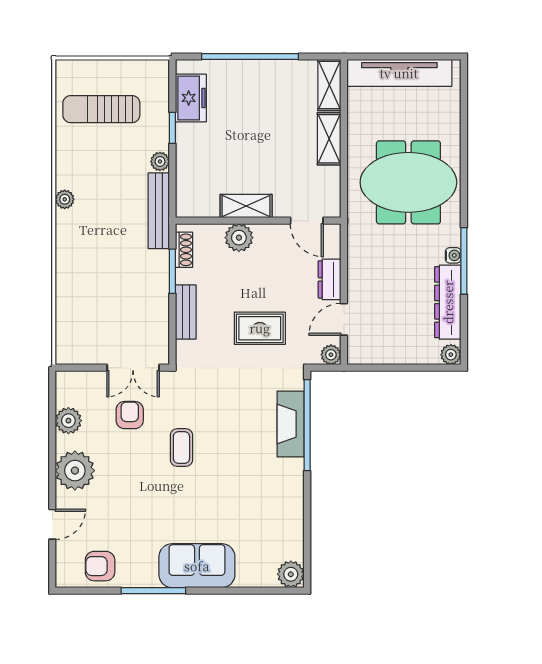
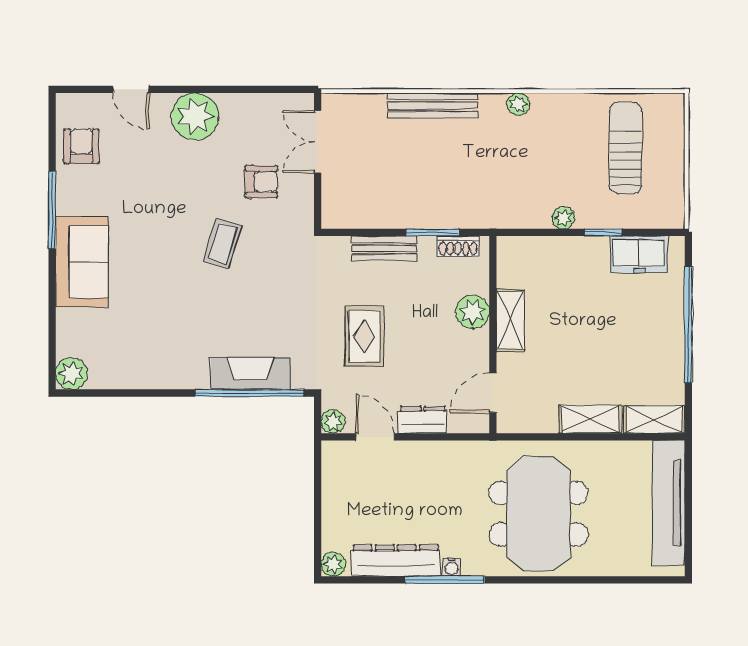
bench: (159, 211) -> (433, 106), moved
double door: (133, 368) -> (318, 142), moved
plant: (68, 421) -> (255, 109), removed
coffee table: (181, 448) -> (223, 243), turned -72

